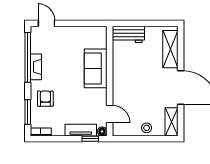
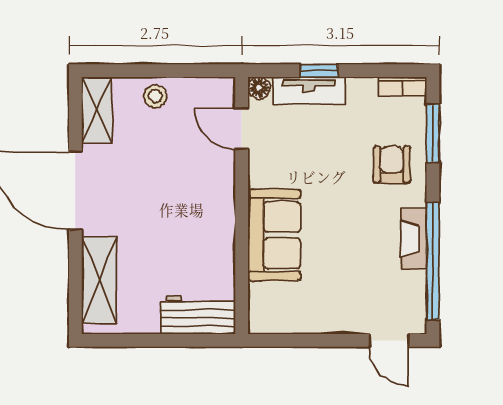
armchair: (45, 99) -> (392, 165), turned 180
window: (90, 139) -> (319, 71), moved

